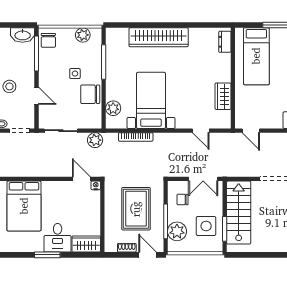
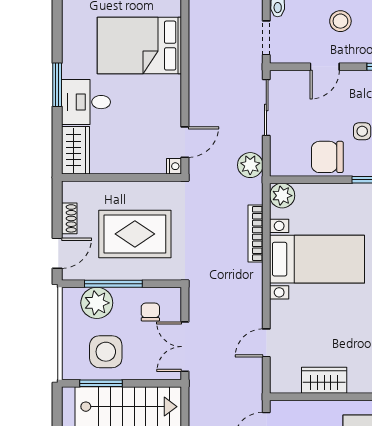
chair: (90, 94) -> (327, 157), turned -90
plant: (113, 108) -> (282, 196), moved

